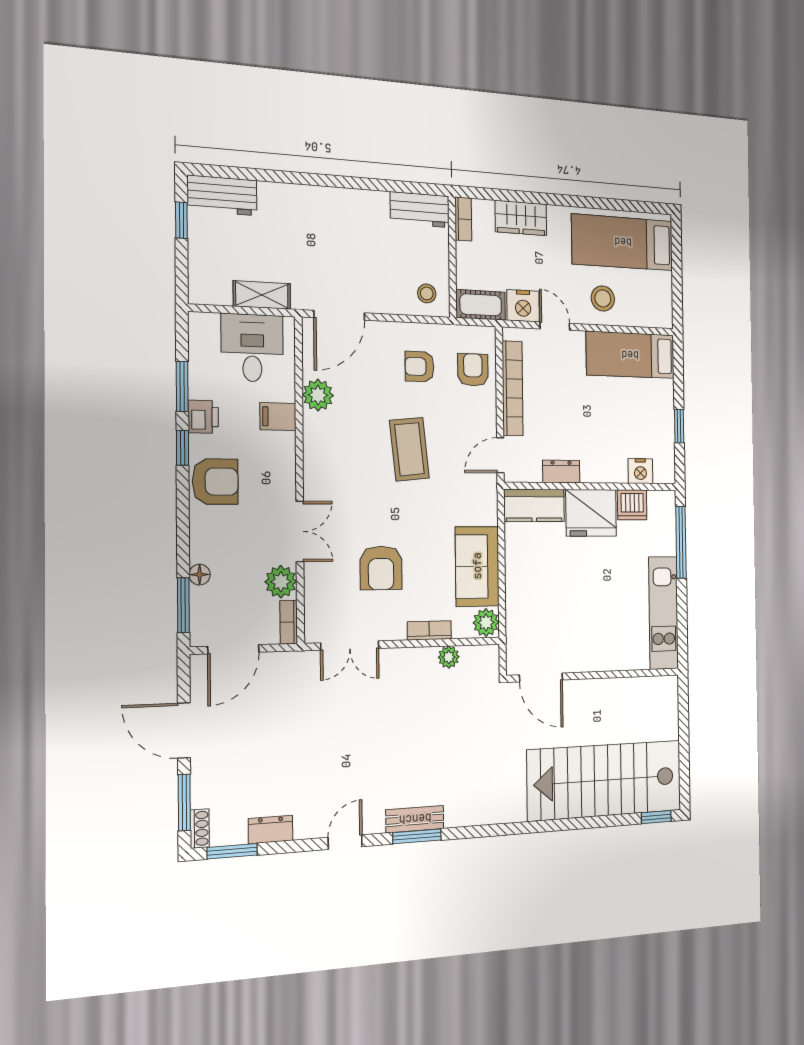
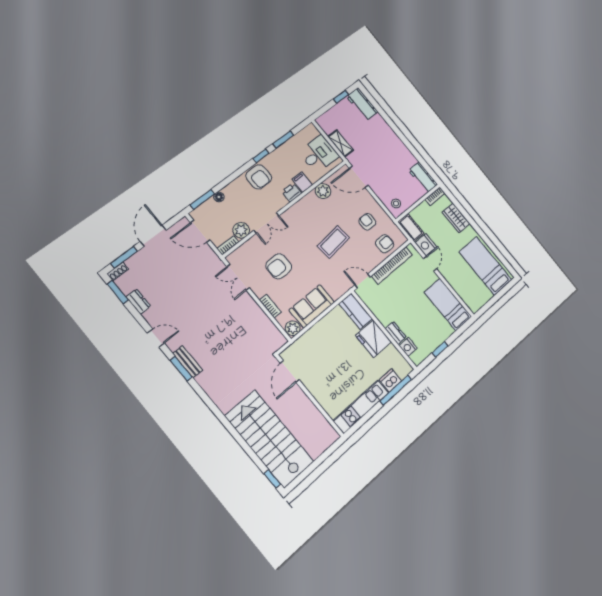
stool: (603, 298) -> (458, 275), removed
printer: (203, 417) -> (292, 192), moved, turned 180
dresser: (561, 472) -> (396, 333), moved
dishwasher: (632, 505) -> (390, 380), moved, turned 90
plant: (449, 657) -> (266, 323), removed

